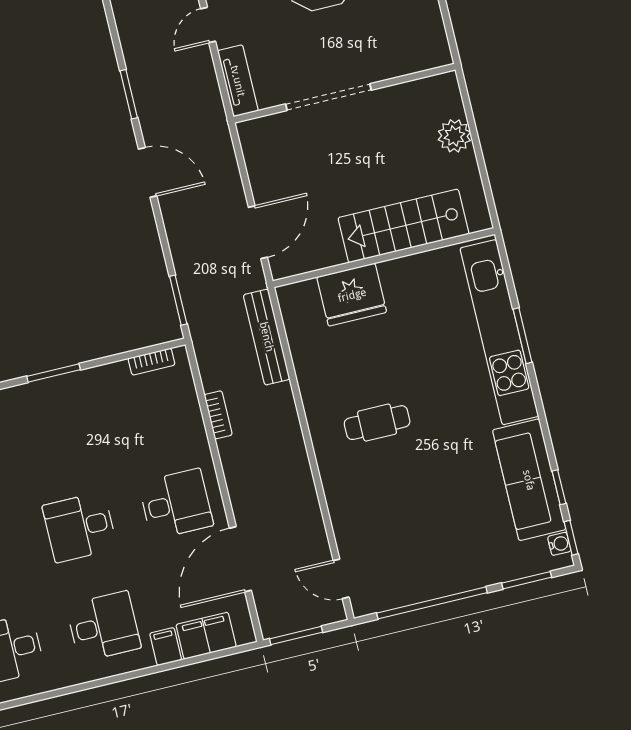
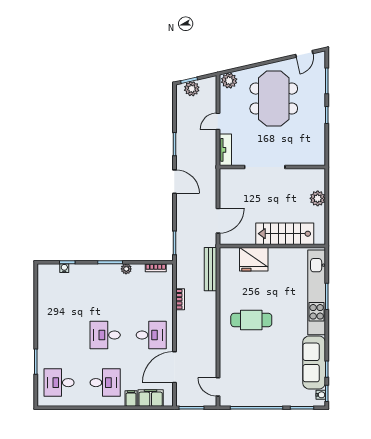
plant: (91, 379) -> (126, 269), added
cafe table: (377, 423) -> (251, 320), width x1.37, depth x1.35

